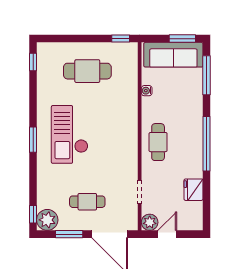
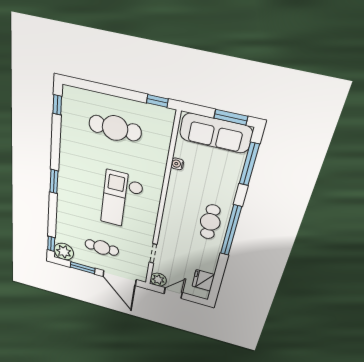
checkout: (70, 134) -> (122, 200), moved
cafe table: (158, 142) -> (210, 222), moved
fridge: (193, 190) -> (203, 280), moved

